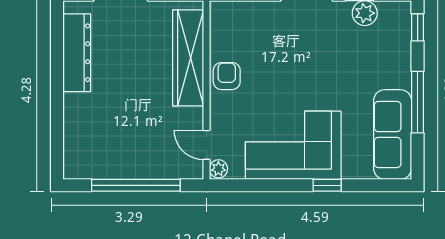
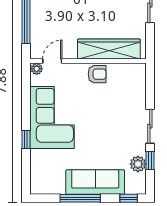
sofa: (393, 135) -> (95, 182), moved

